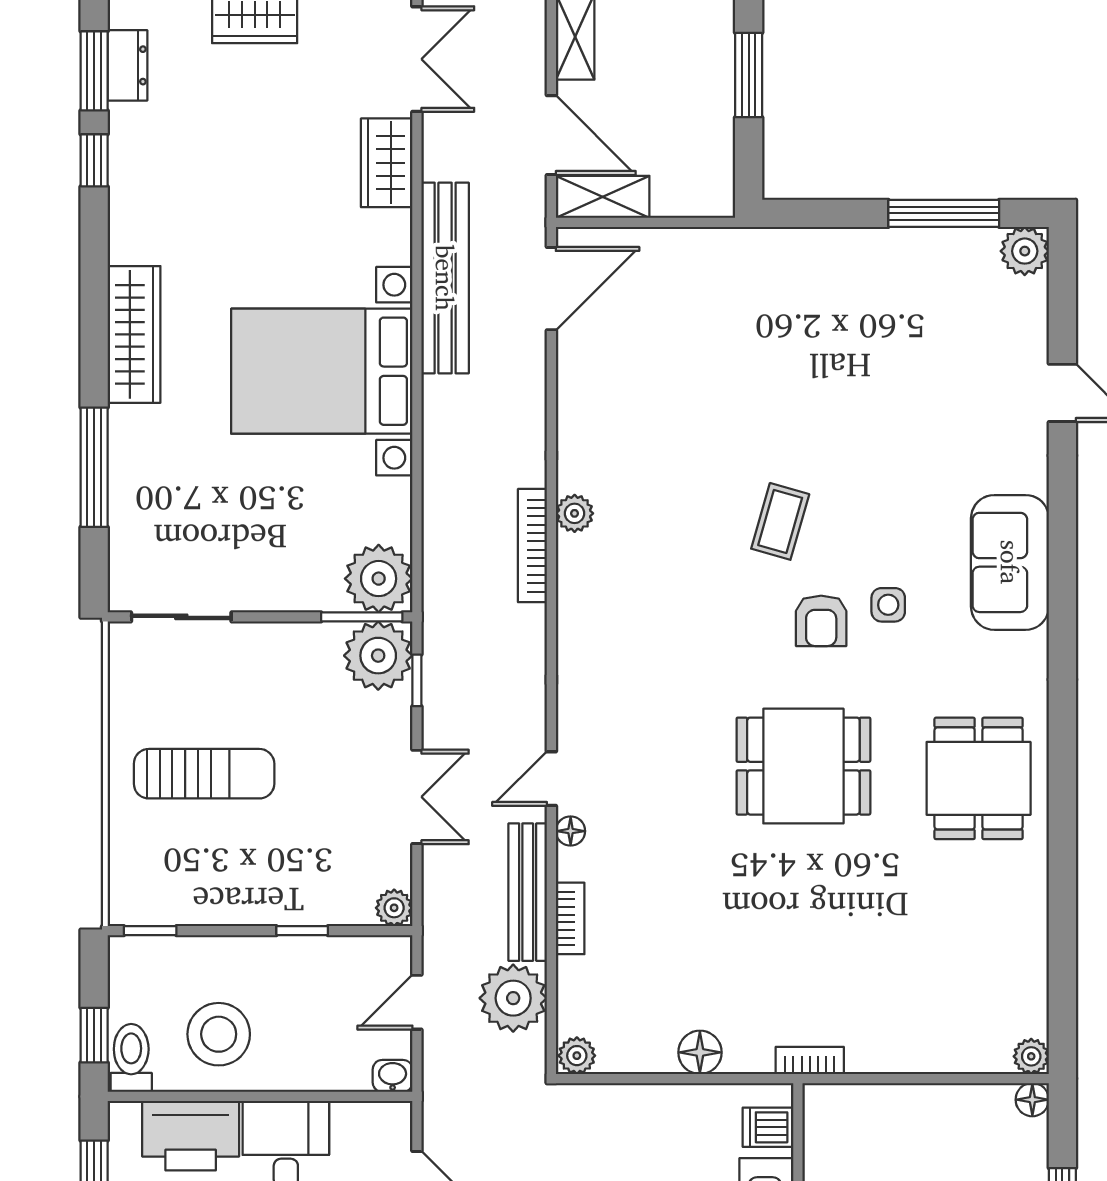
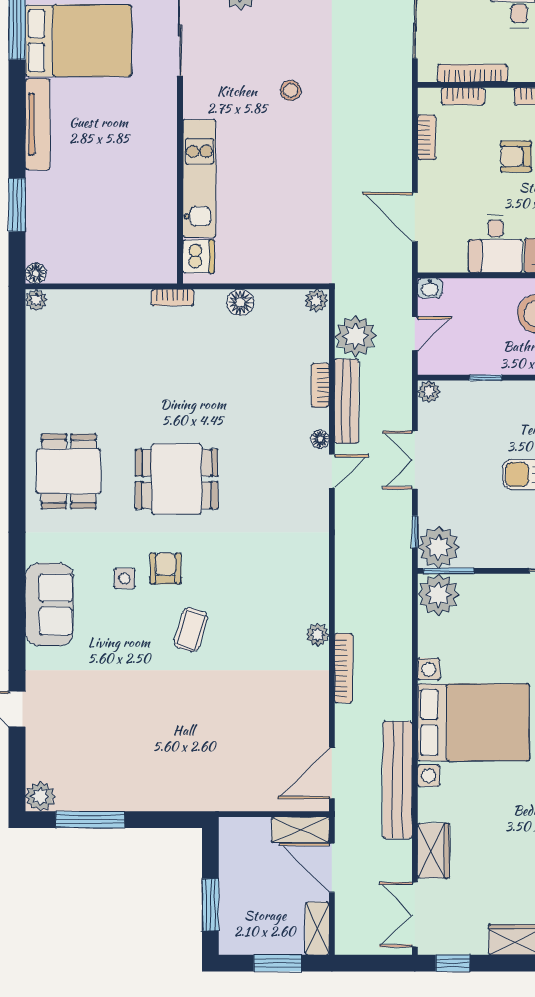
bookcase: (532, 546) -> (344, 668), moved
dishwasher: (768, 1127) -> (198, 256), width x1.38

